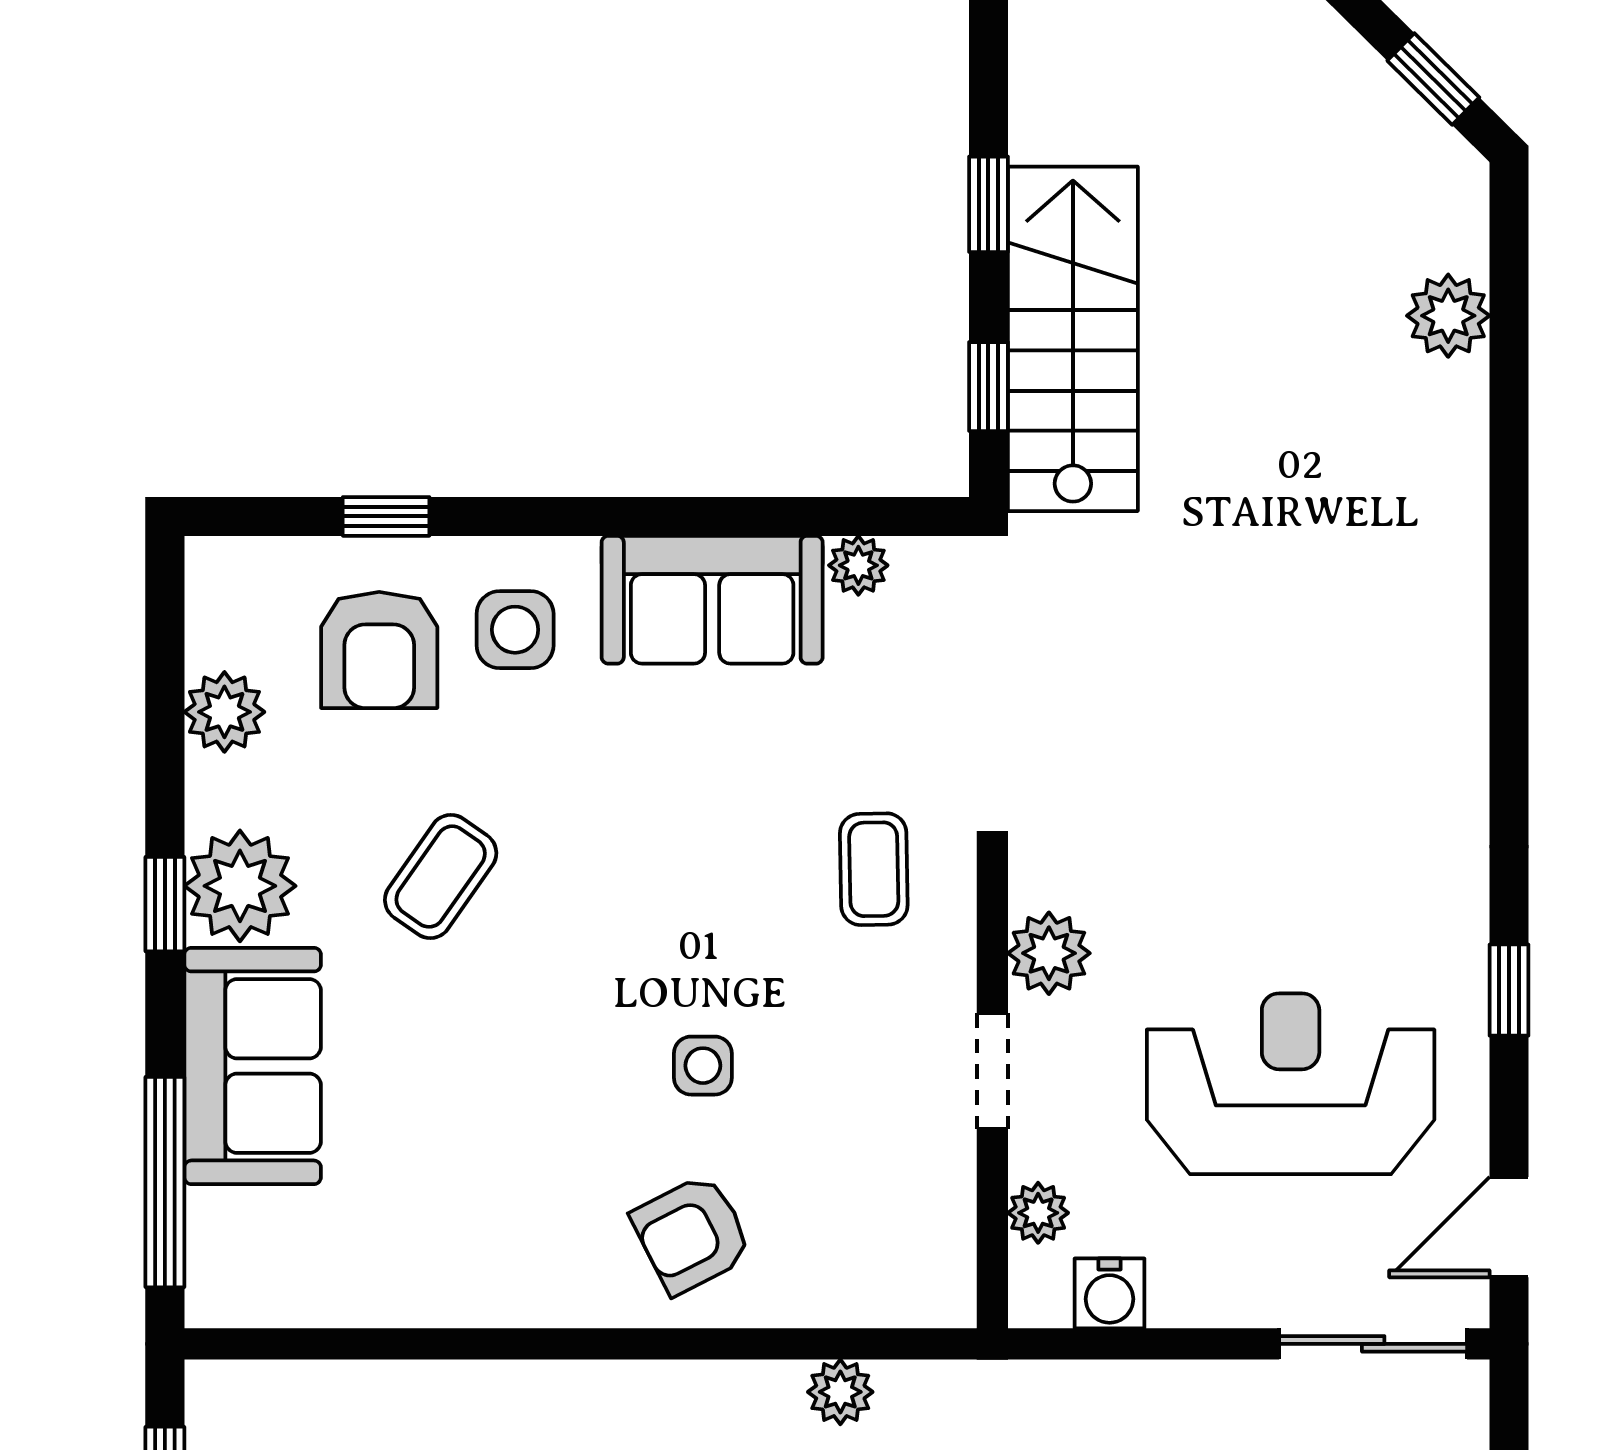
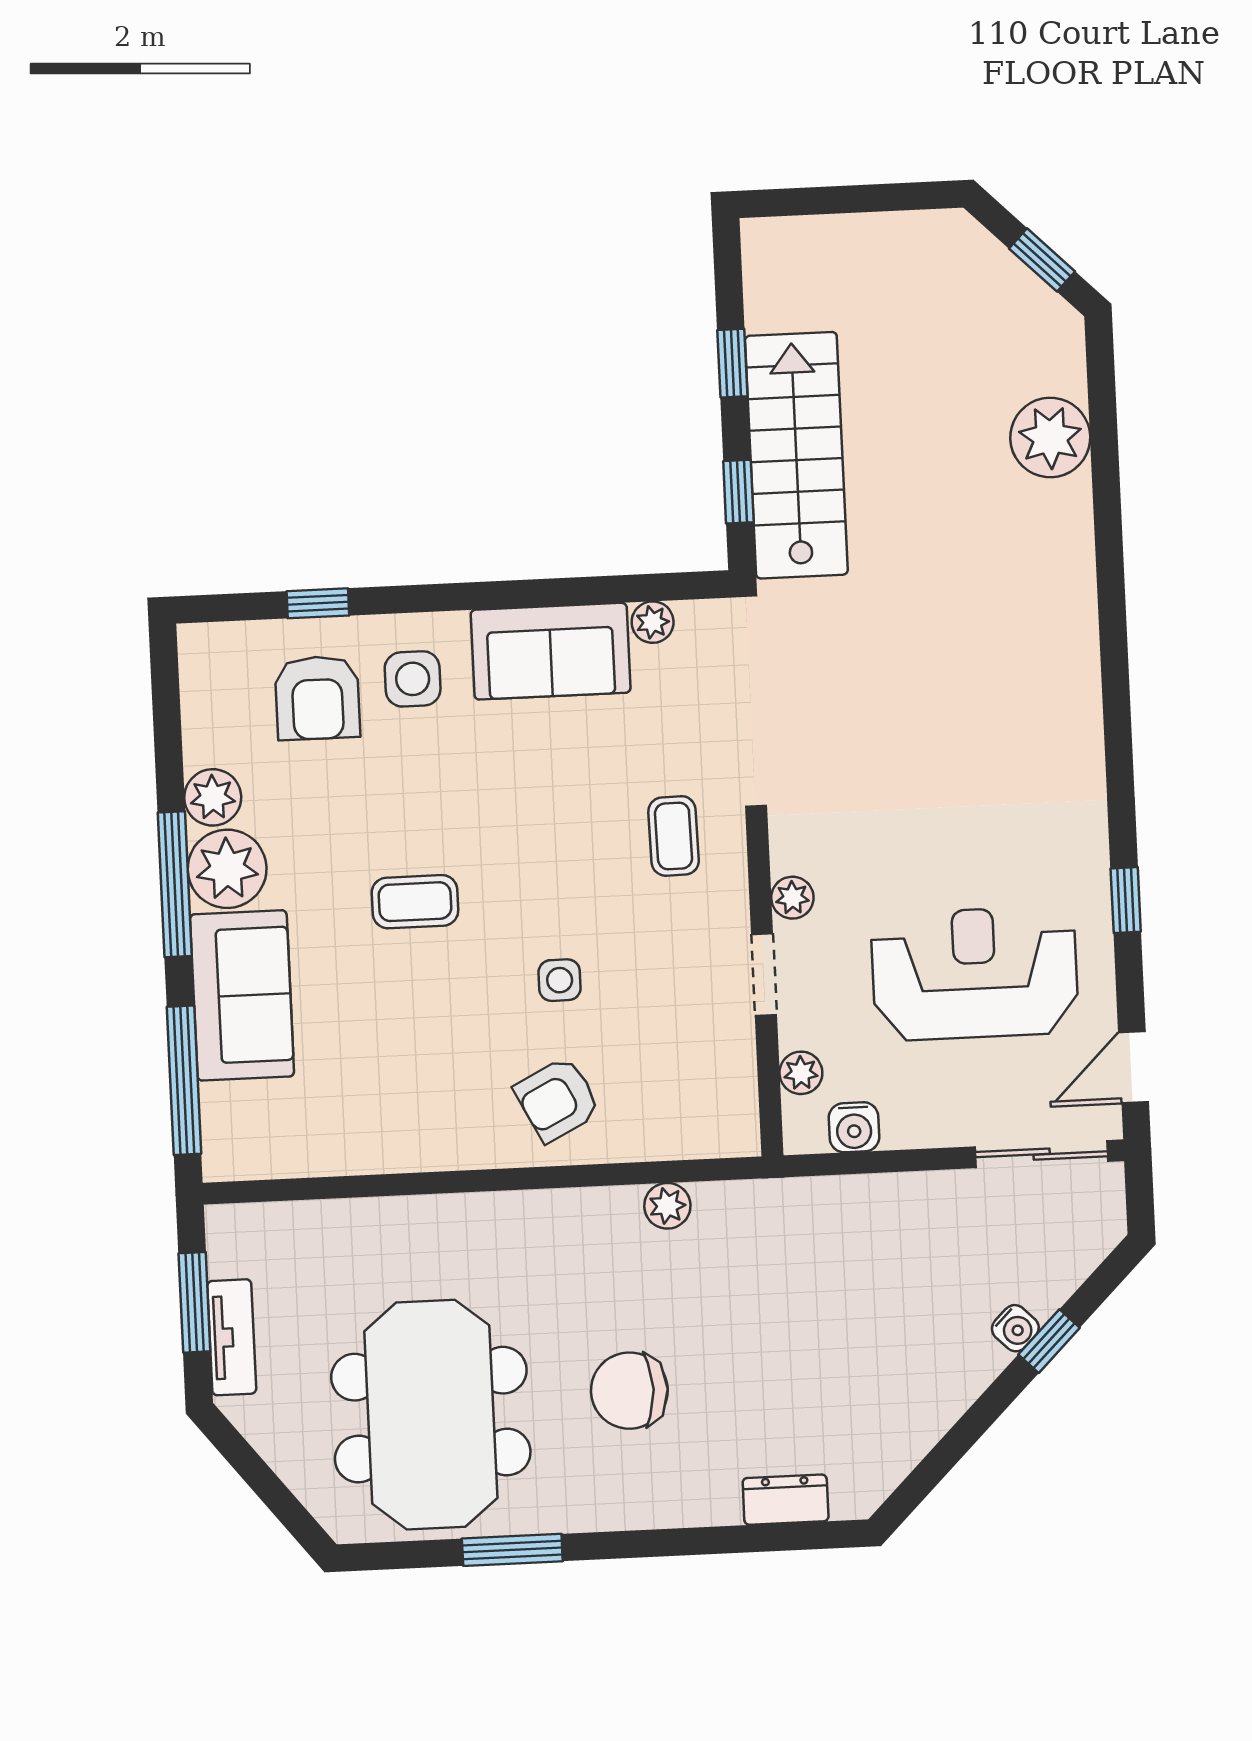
plant: (1448, 316) -> (1050, 438), width x1.36, depth x1.36
plant: (224, 712) -> (213, 797), moved
coffee table: (441, 877) -> (415, 902), moved, turned 55
window: (165, 904) -> (175, 884), width x2.17
plant: (1049, 953) -> (792, 898), width x0.73, depth x0.73

